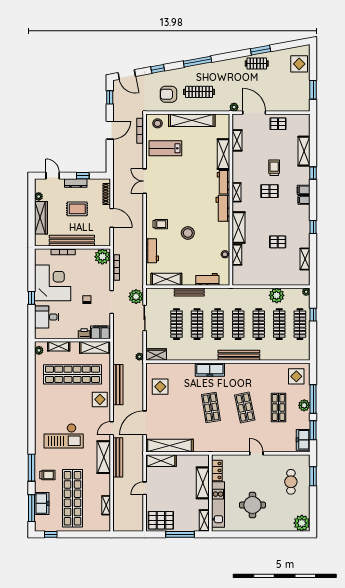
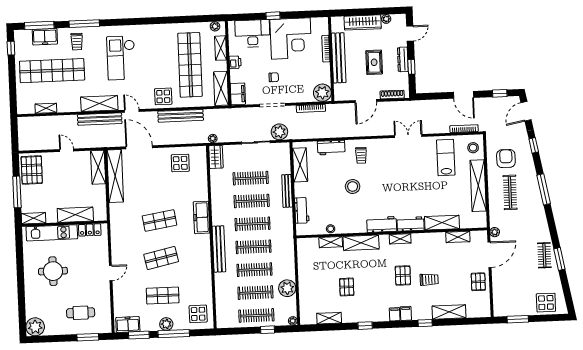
desk: (47, 317) -> (253, 34), width x1.37
printer: (84, 334) -> (235, 62), moved

